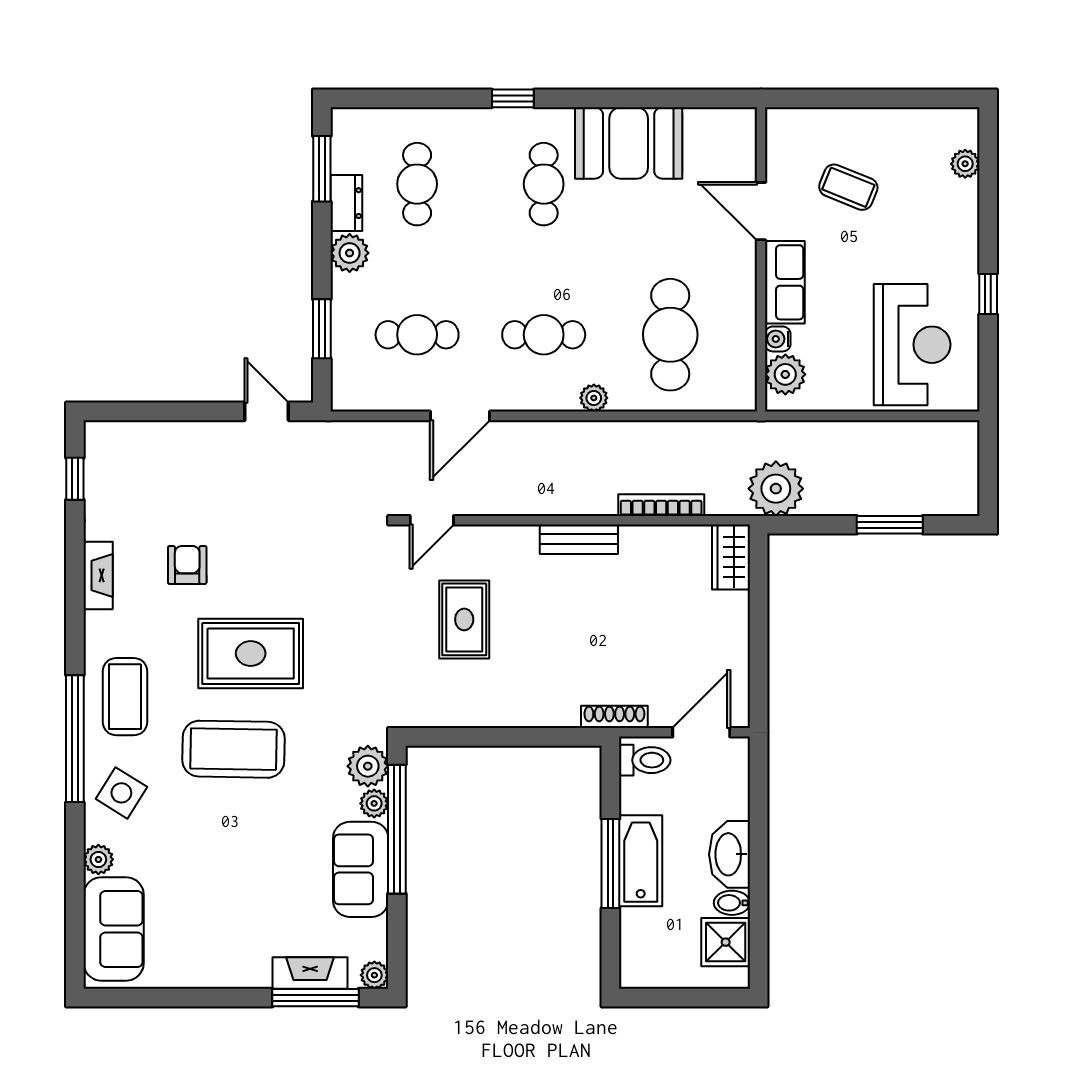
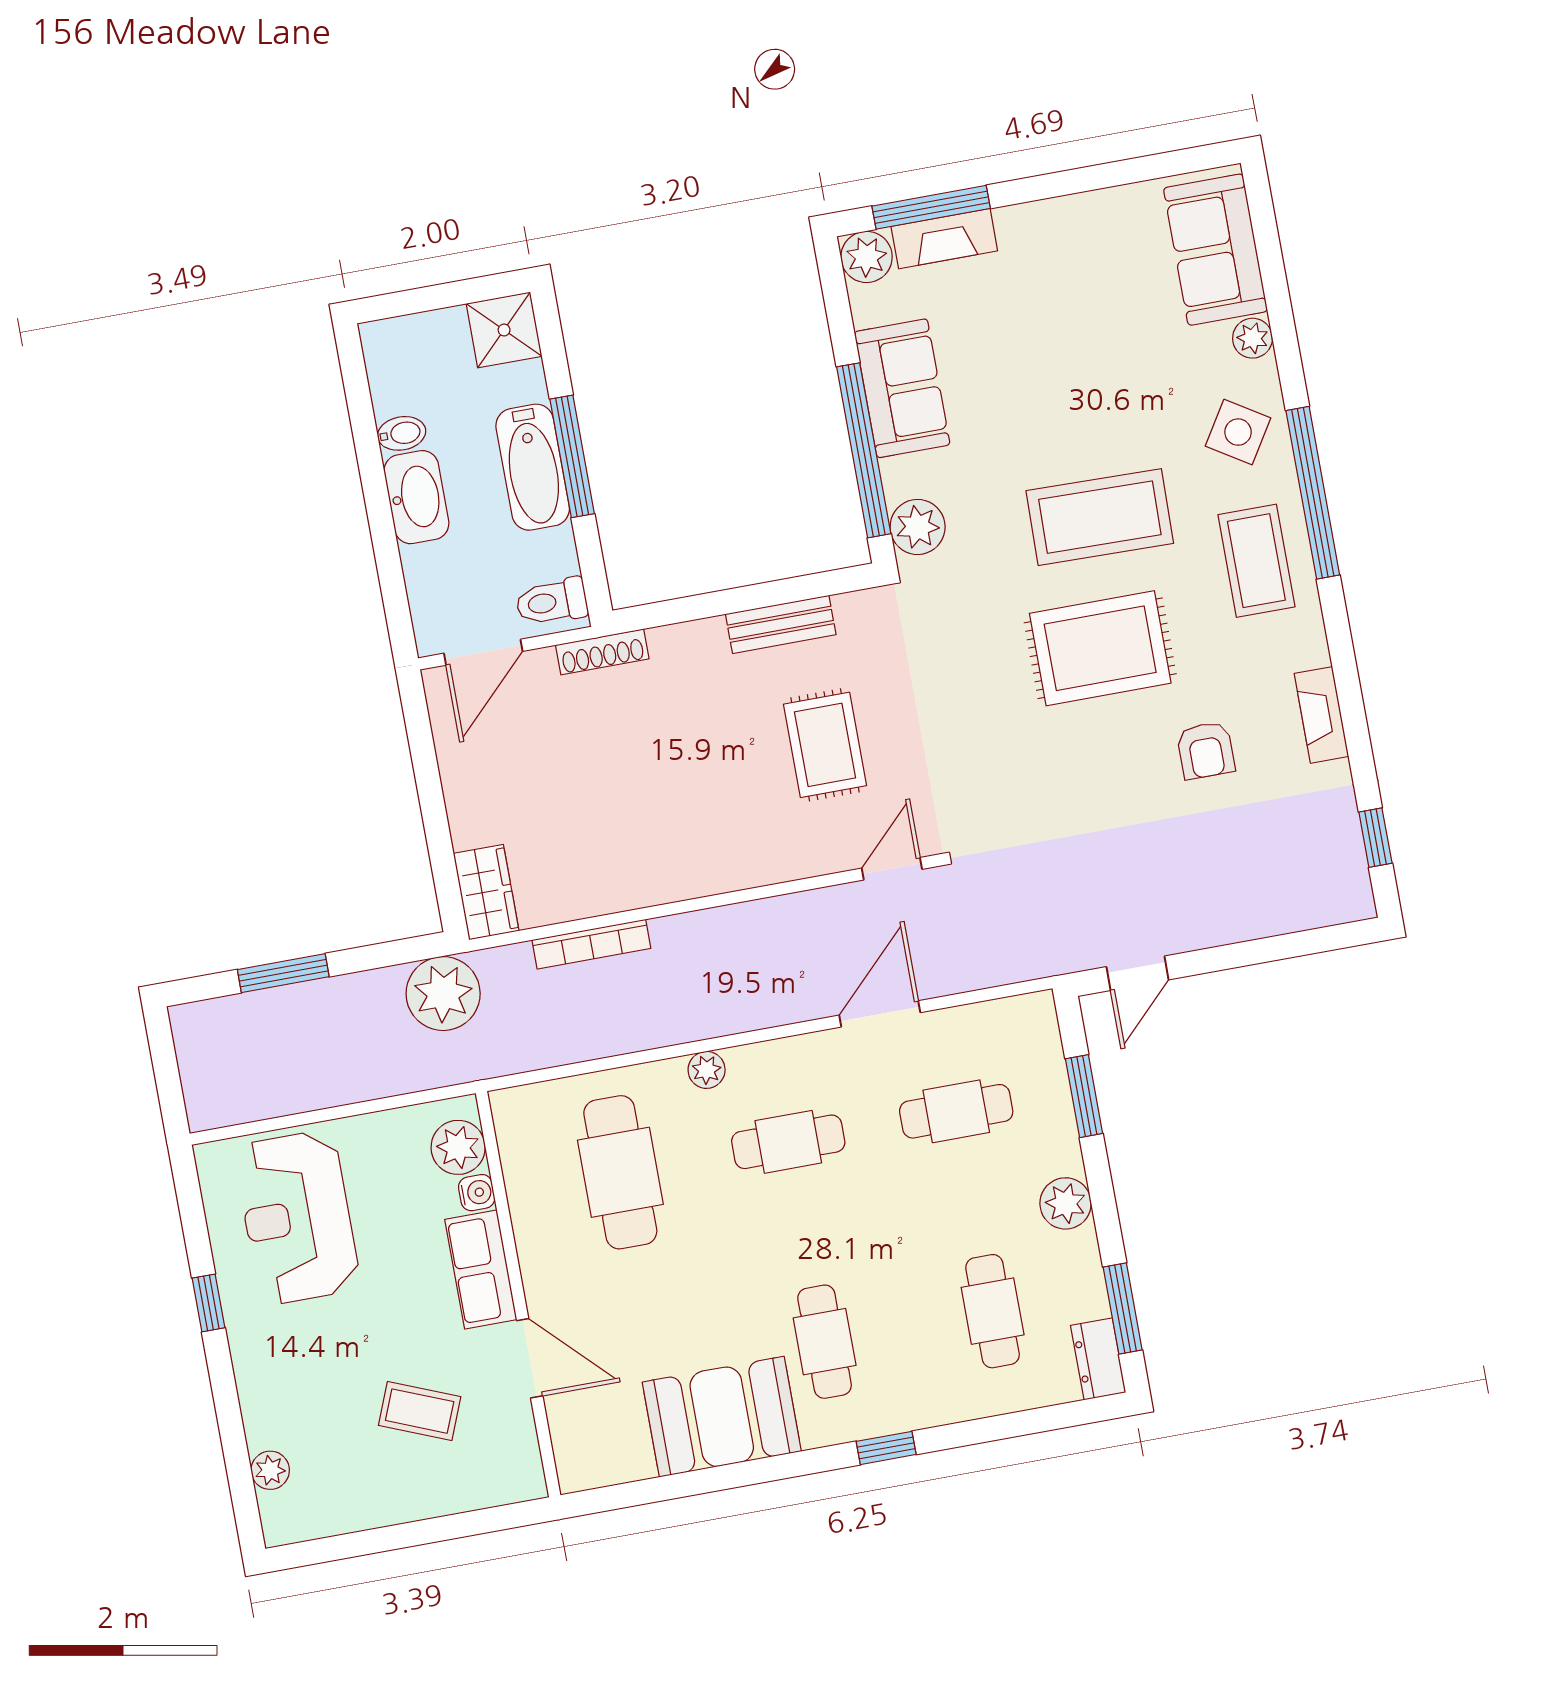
dresser: (346, 203) -> (1098, 1359), moved
door: (267, 411) -> (1137, 973), hinge flipped
bench: (579, 539) -> (781, 624), moved
plant: (374, 803) -> (900, 479), removed
shower: (726, 942) -> (504, 330), moved
plant: (374, 975) -> (867, 257), width x1.38, depth x1.38

